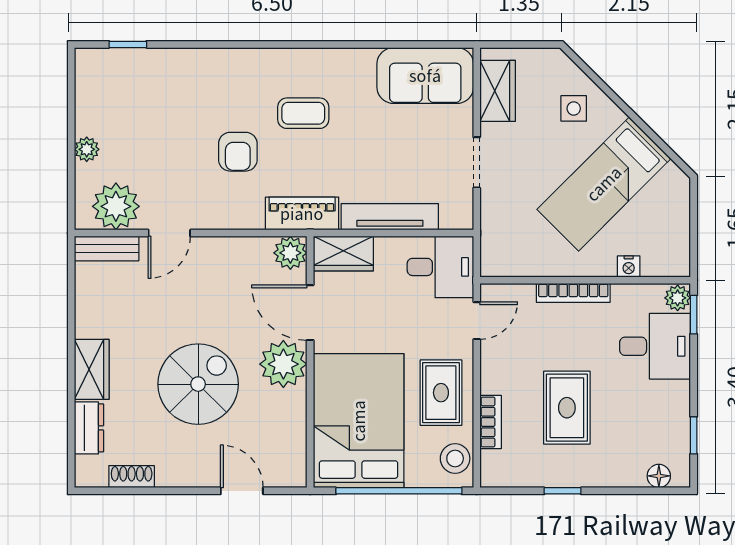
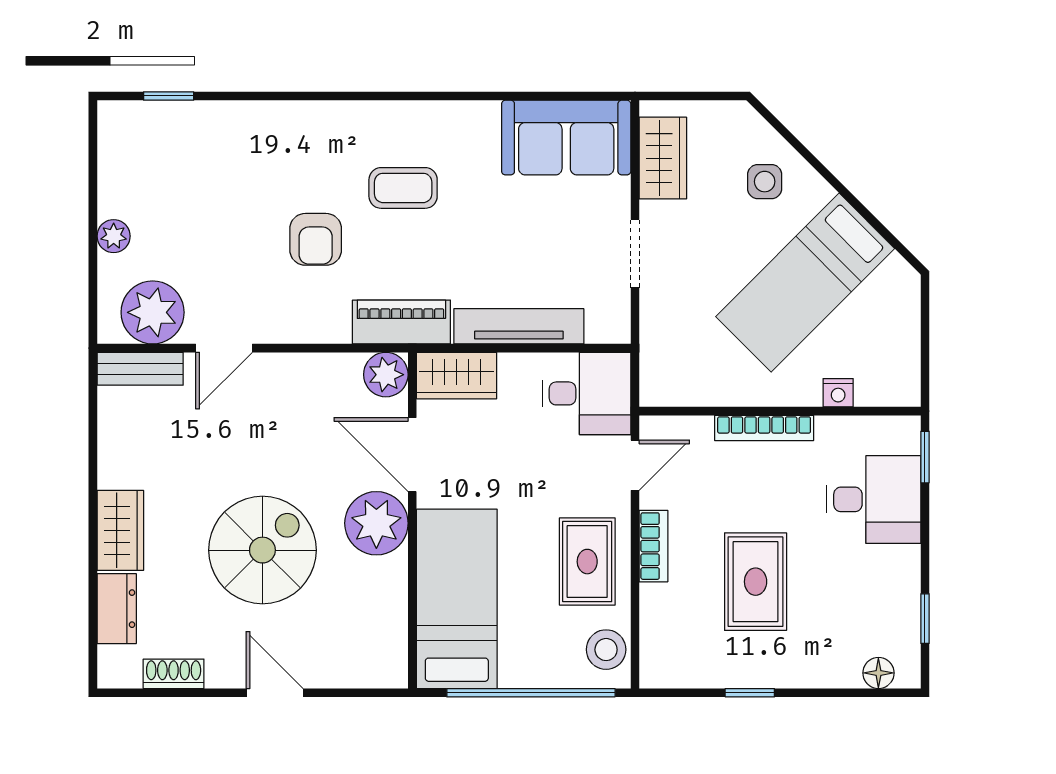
plant: (678, 298) -> (904, 435), removed
bed: (359, 421) -> (457, 599), width x0.67
bookcase: (491, 422) -> (654, 546), moved
door: (242, 491) -> (275, 693), moved

